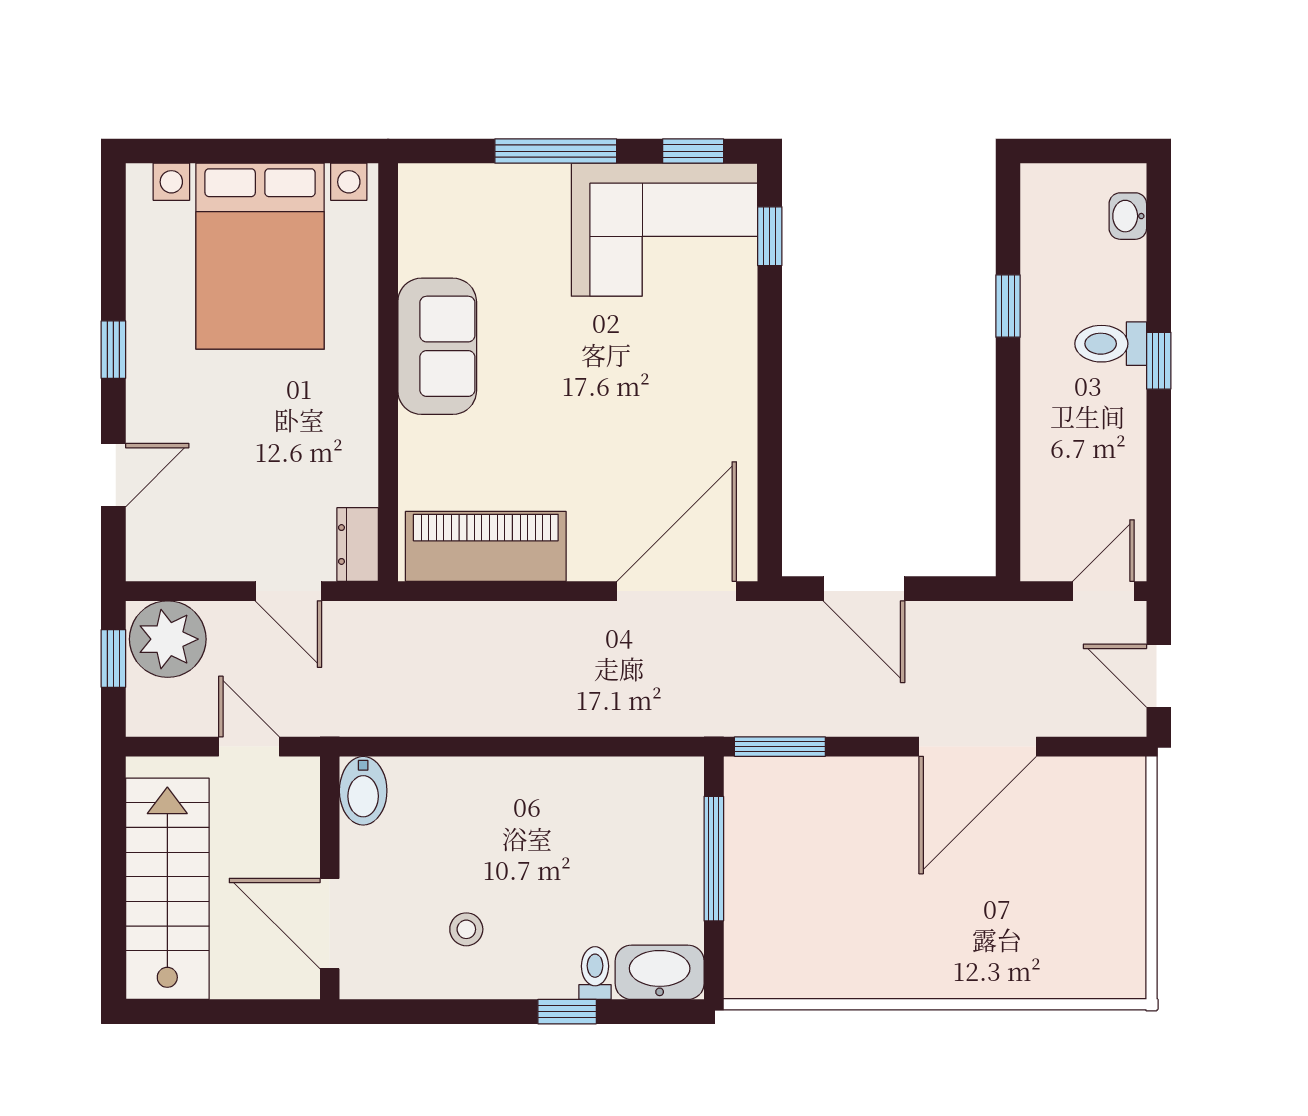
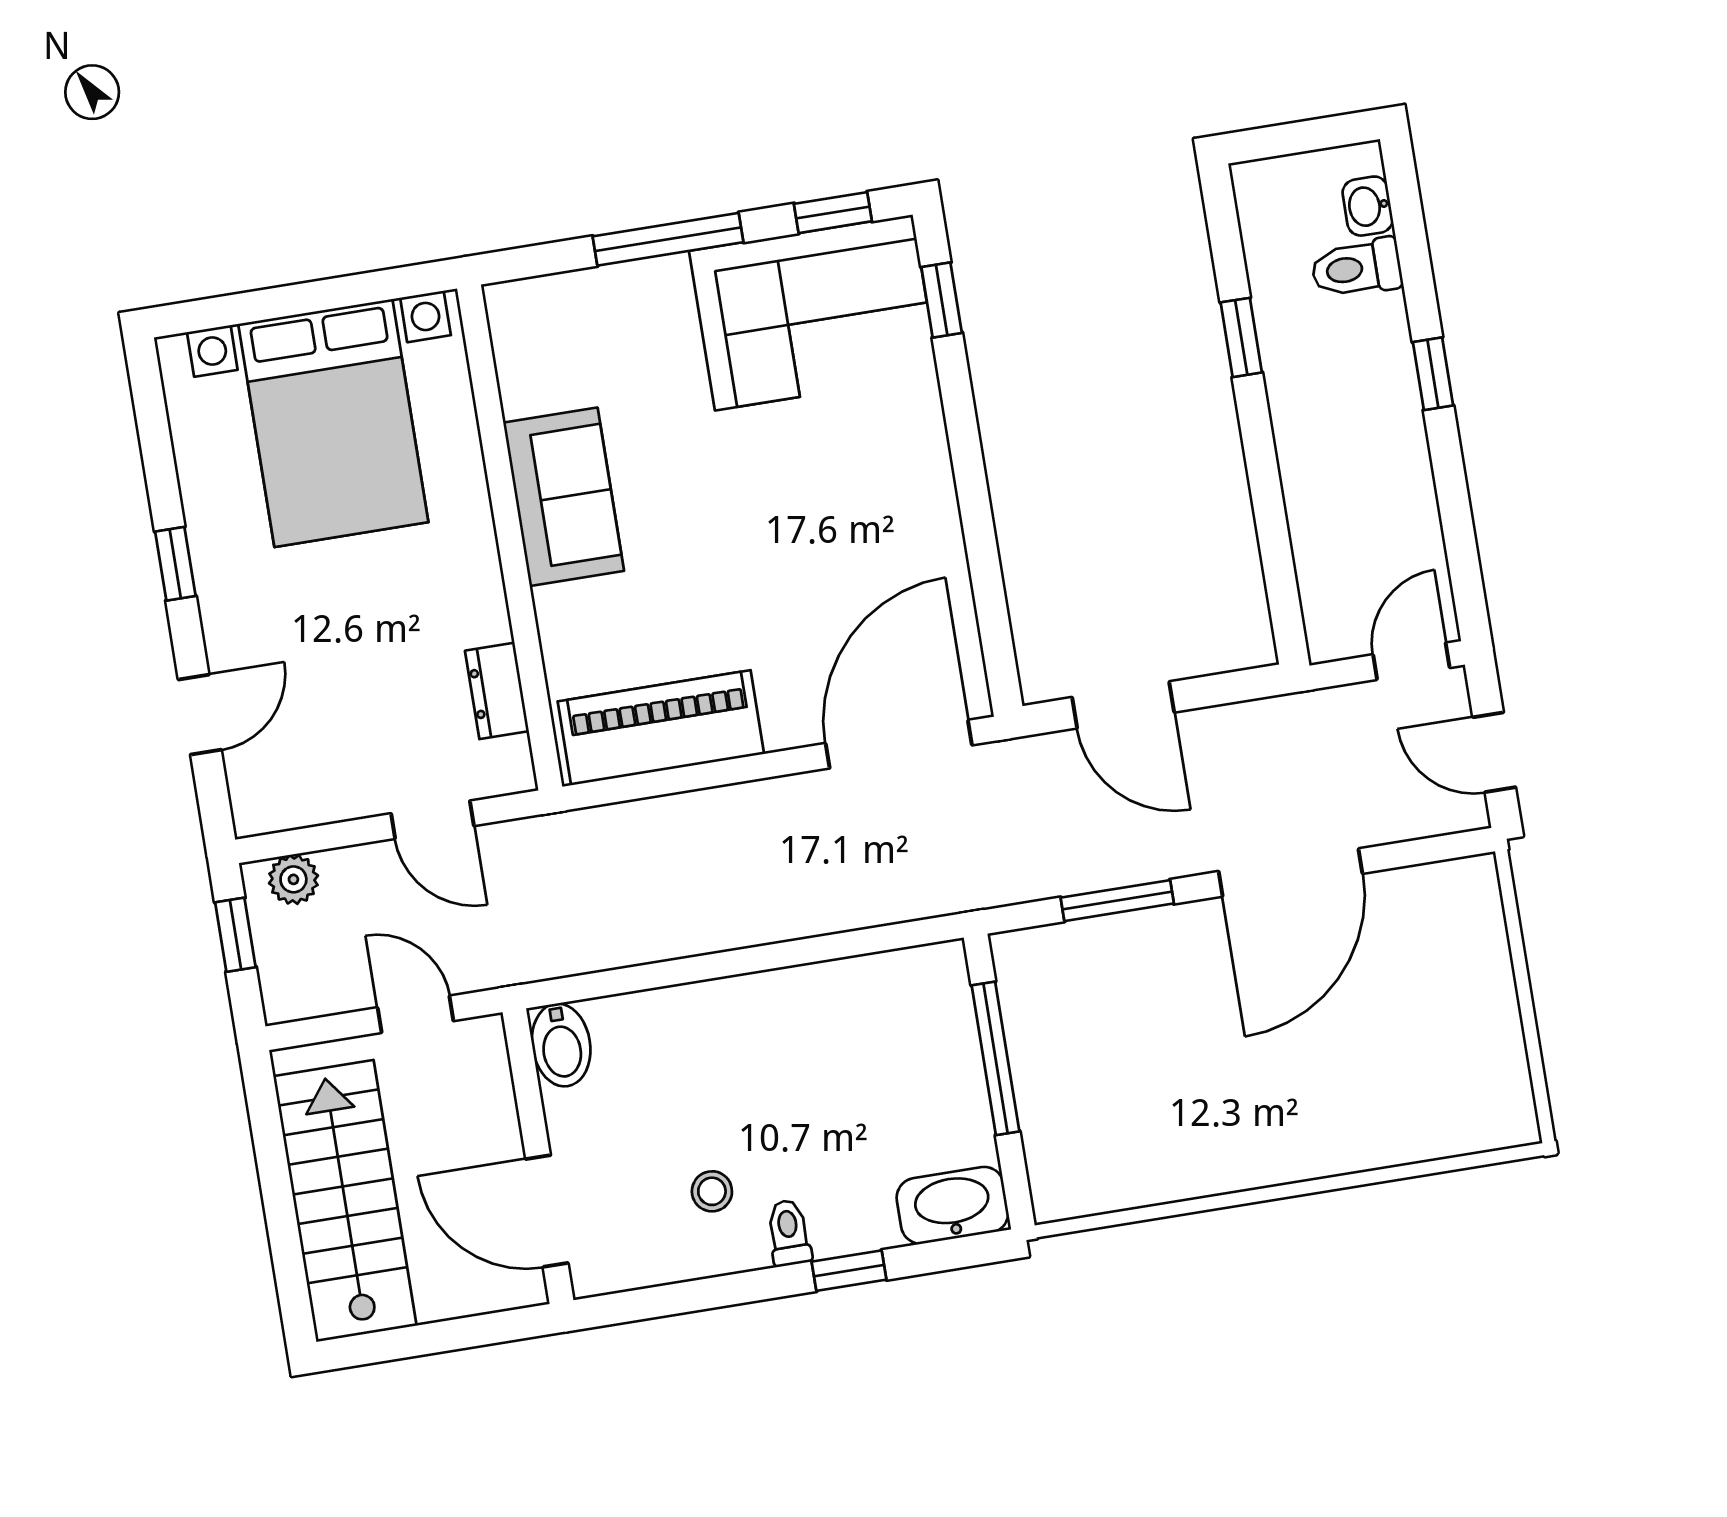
toilet: (1111, 344) -> (1357, 268), moved
dresser: (358, 545) -> (497, 691), moved
plant: (168, 639) -> (293, 879), width x0.53, depth x0.53
window: (780, 747) -> (1117, 901), moved
toilet: (595, 973) -> (789, 1233), moved

